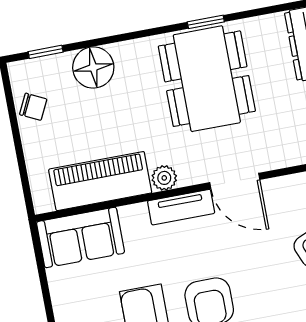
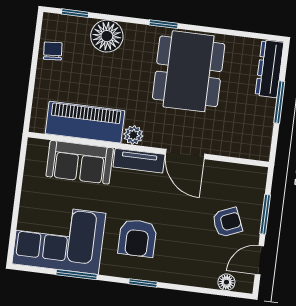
window: (206, 22) -> (164, 24), moved
chair: (33, 107) -> (53, 51), turned -120
sofa: (80, 237) -> (80, 162), moved

